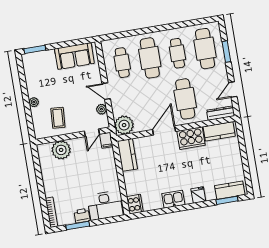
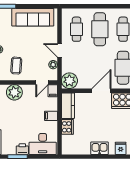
sofa: (74, 56) -> (33, 17), width x1.36
filing cabinet: (109, 170) -> (51, 116), added
cooker: (135, 204) -> (67, 127), moved

